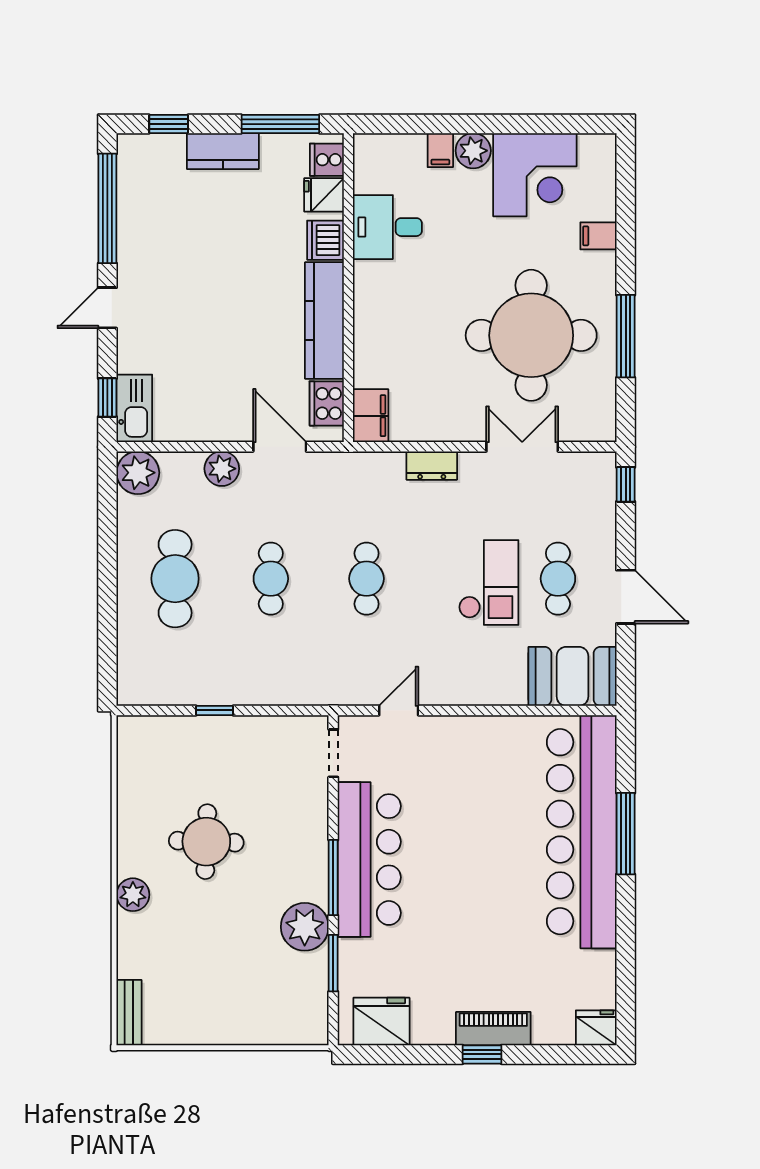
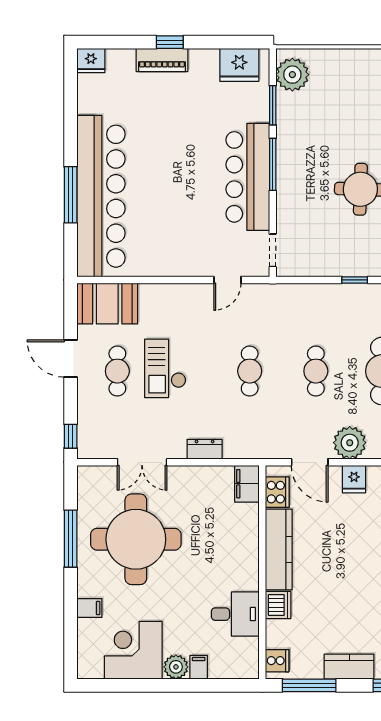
fridge: (324, 195) -> (354, 479), moved, turned 90
plant: (222, 469) -> (350, 443), width x1.36, depth x1.36
plant: (305, 927) -> (292, 75), moved

